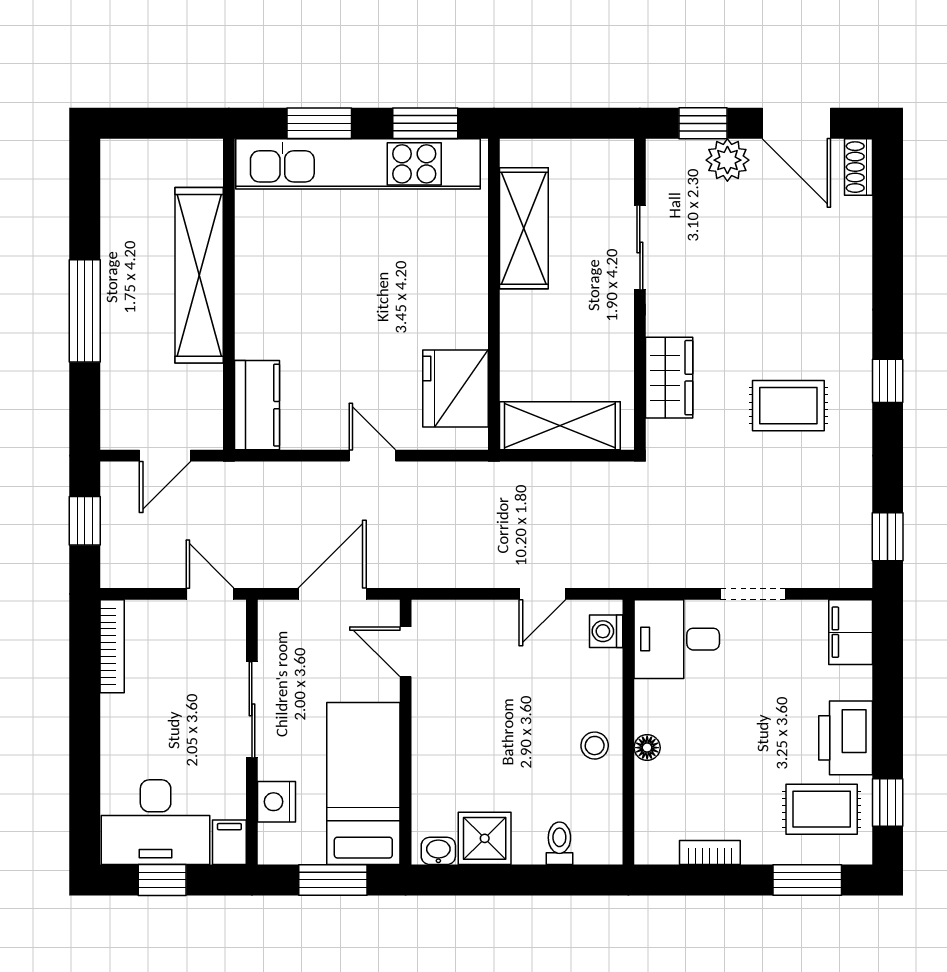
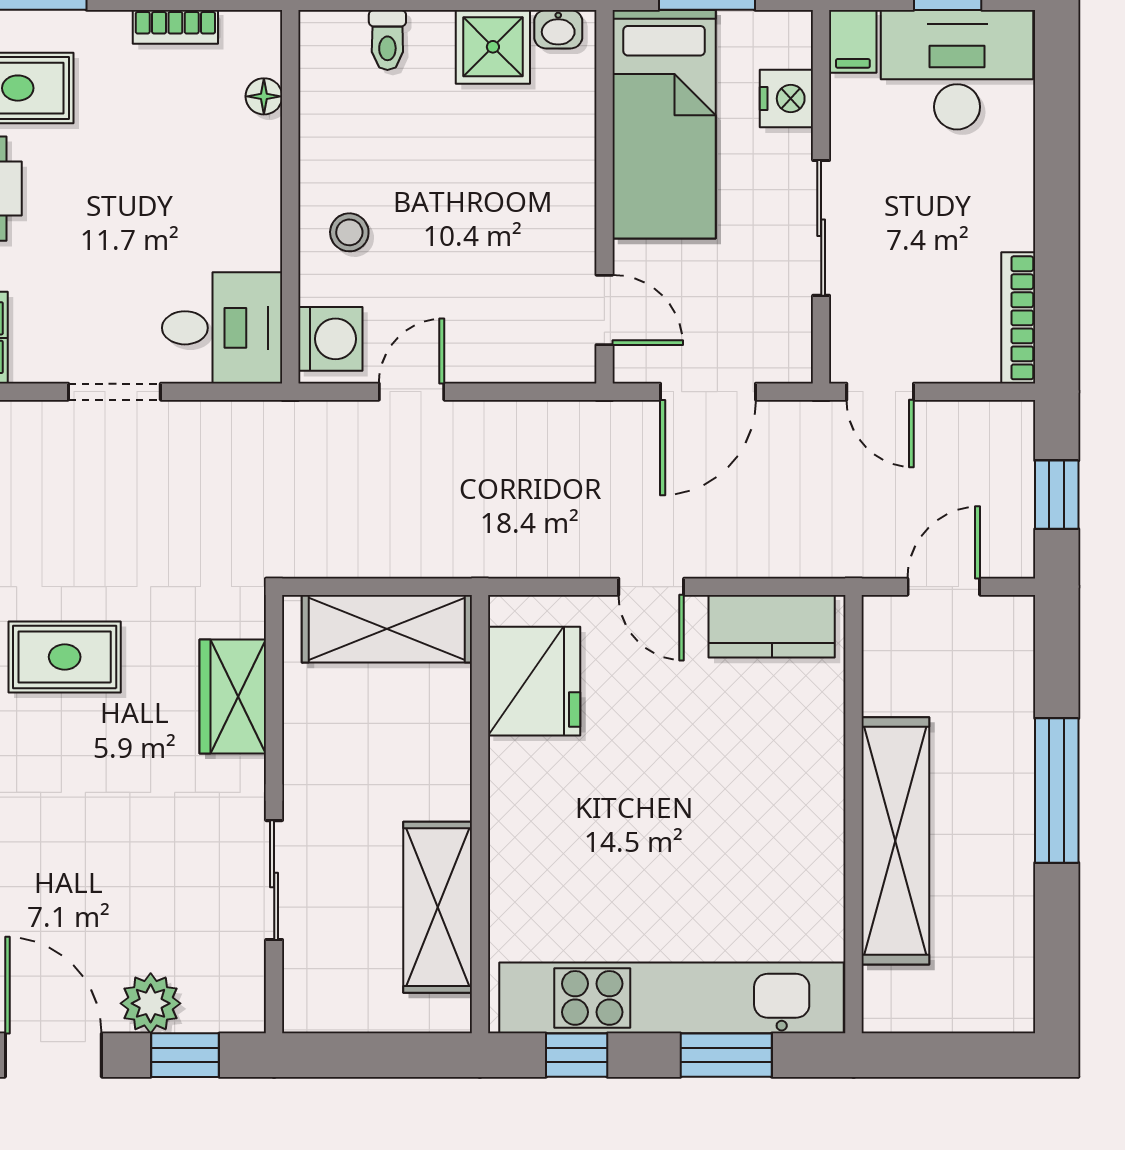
window: (425, 123) -> (577, 1055), width x0.67
kitchen counter: (257, 405) -> (772, 626), moved, turned -90
washing machine: (606, 631) -> (330, 339), width x1.38, depth x1.38
stool: (595, 746) -> (349, 232), moved
floor lamp: (647, 748) -> (264, 96), moved

